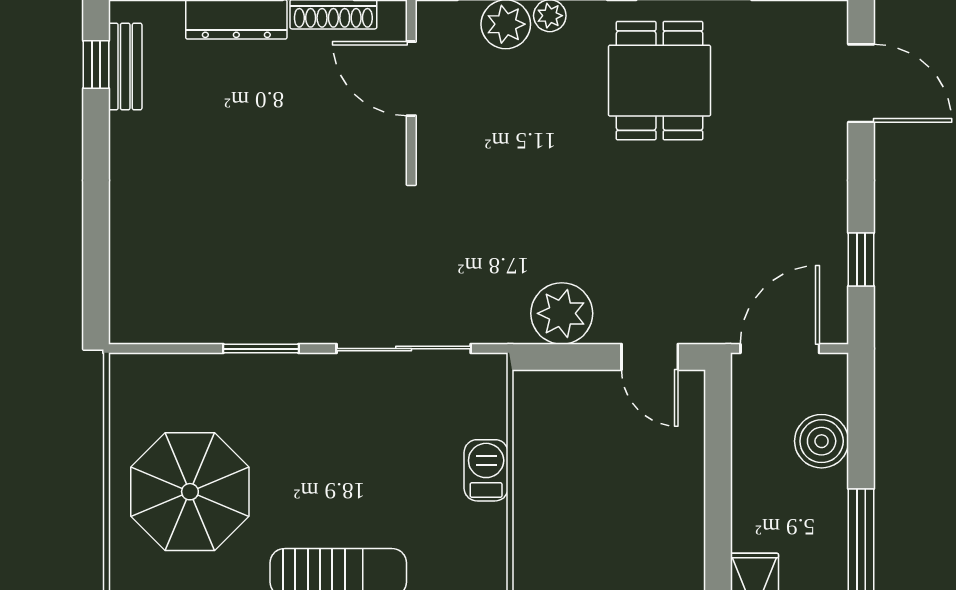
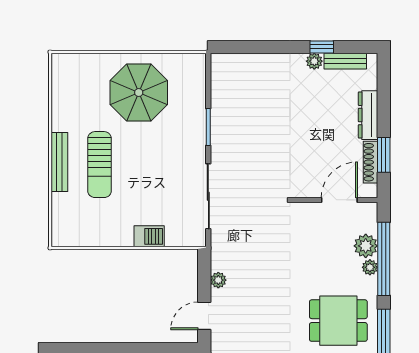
window: (96, 65) -> (322, 47), moved
plant: (125, 130) -> (314, 61), added
plant: (562, 313) -> (218, 280), width x0.53, depth x0.53

